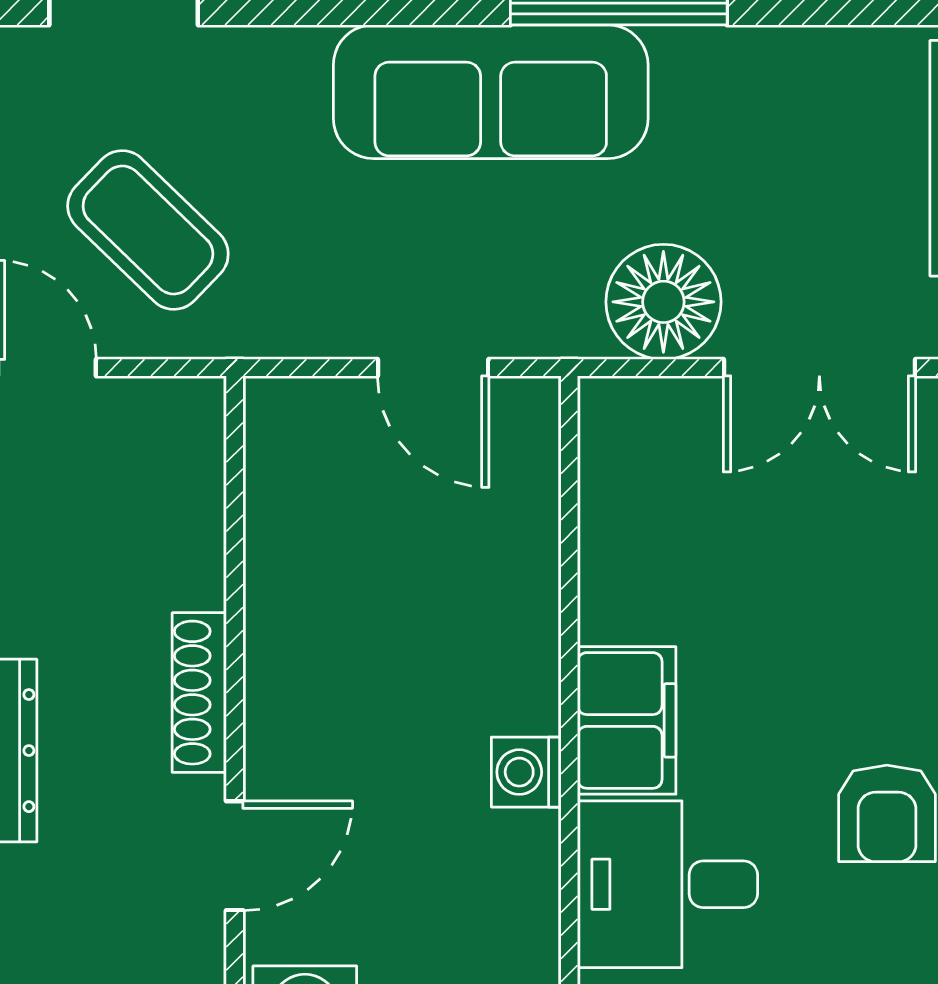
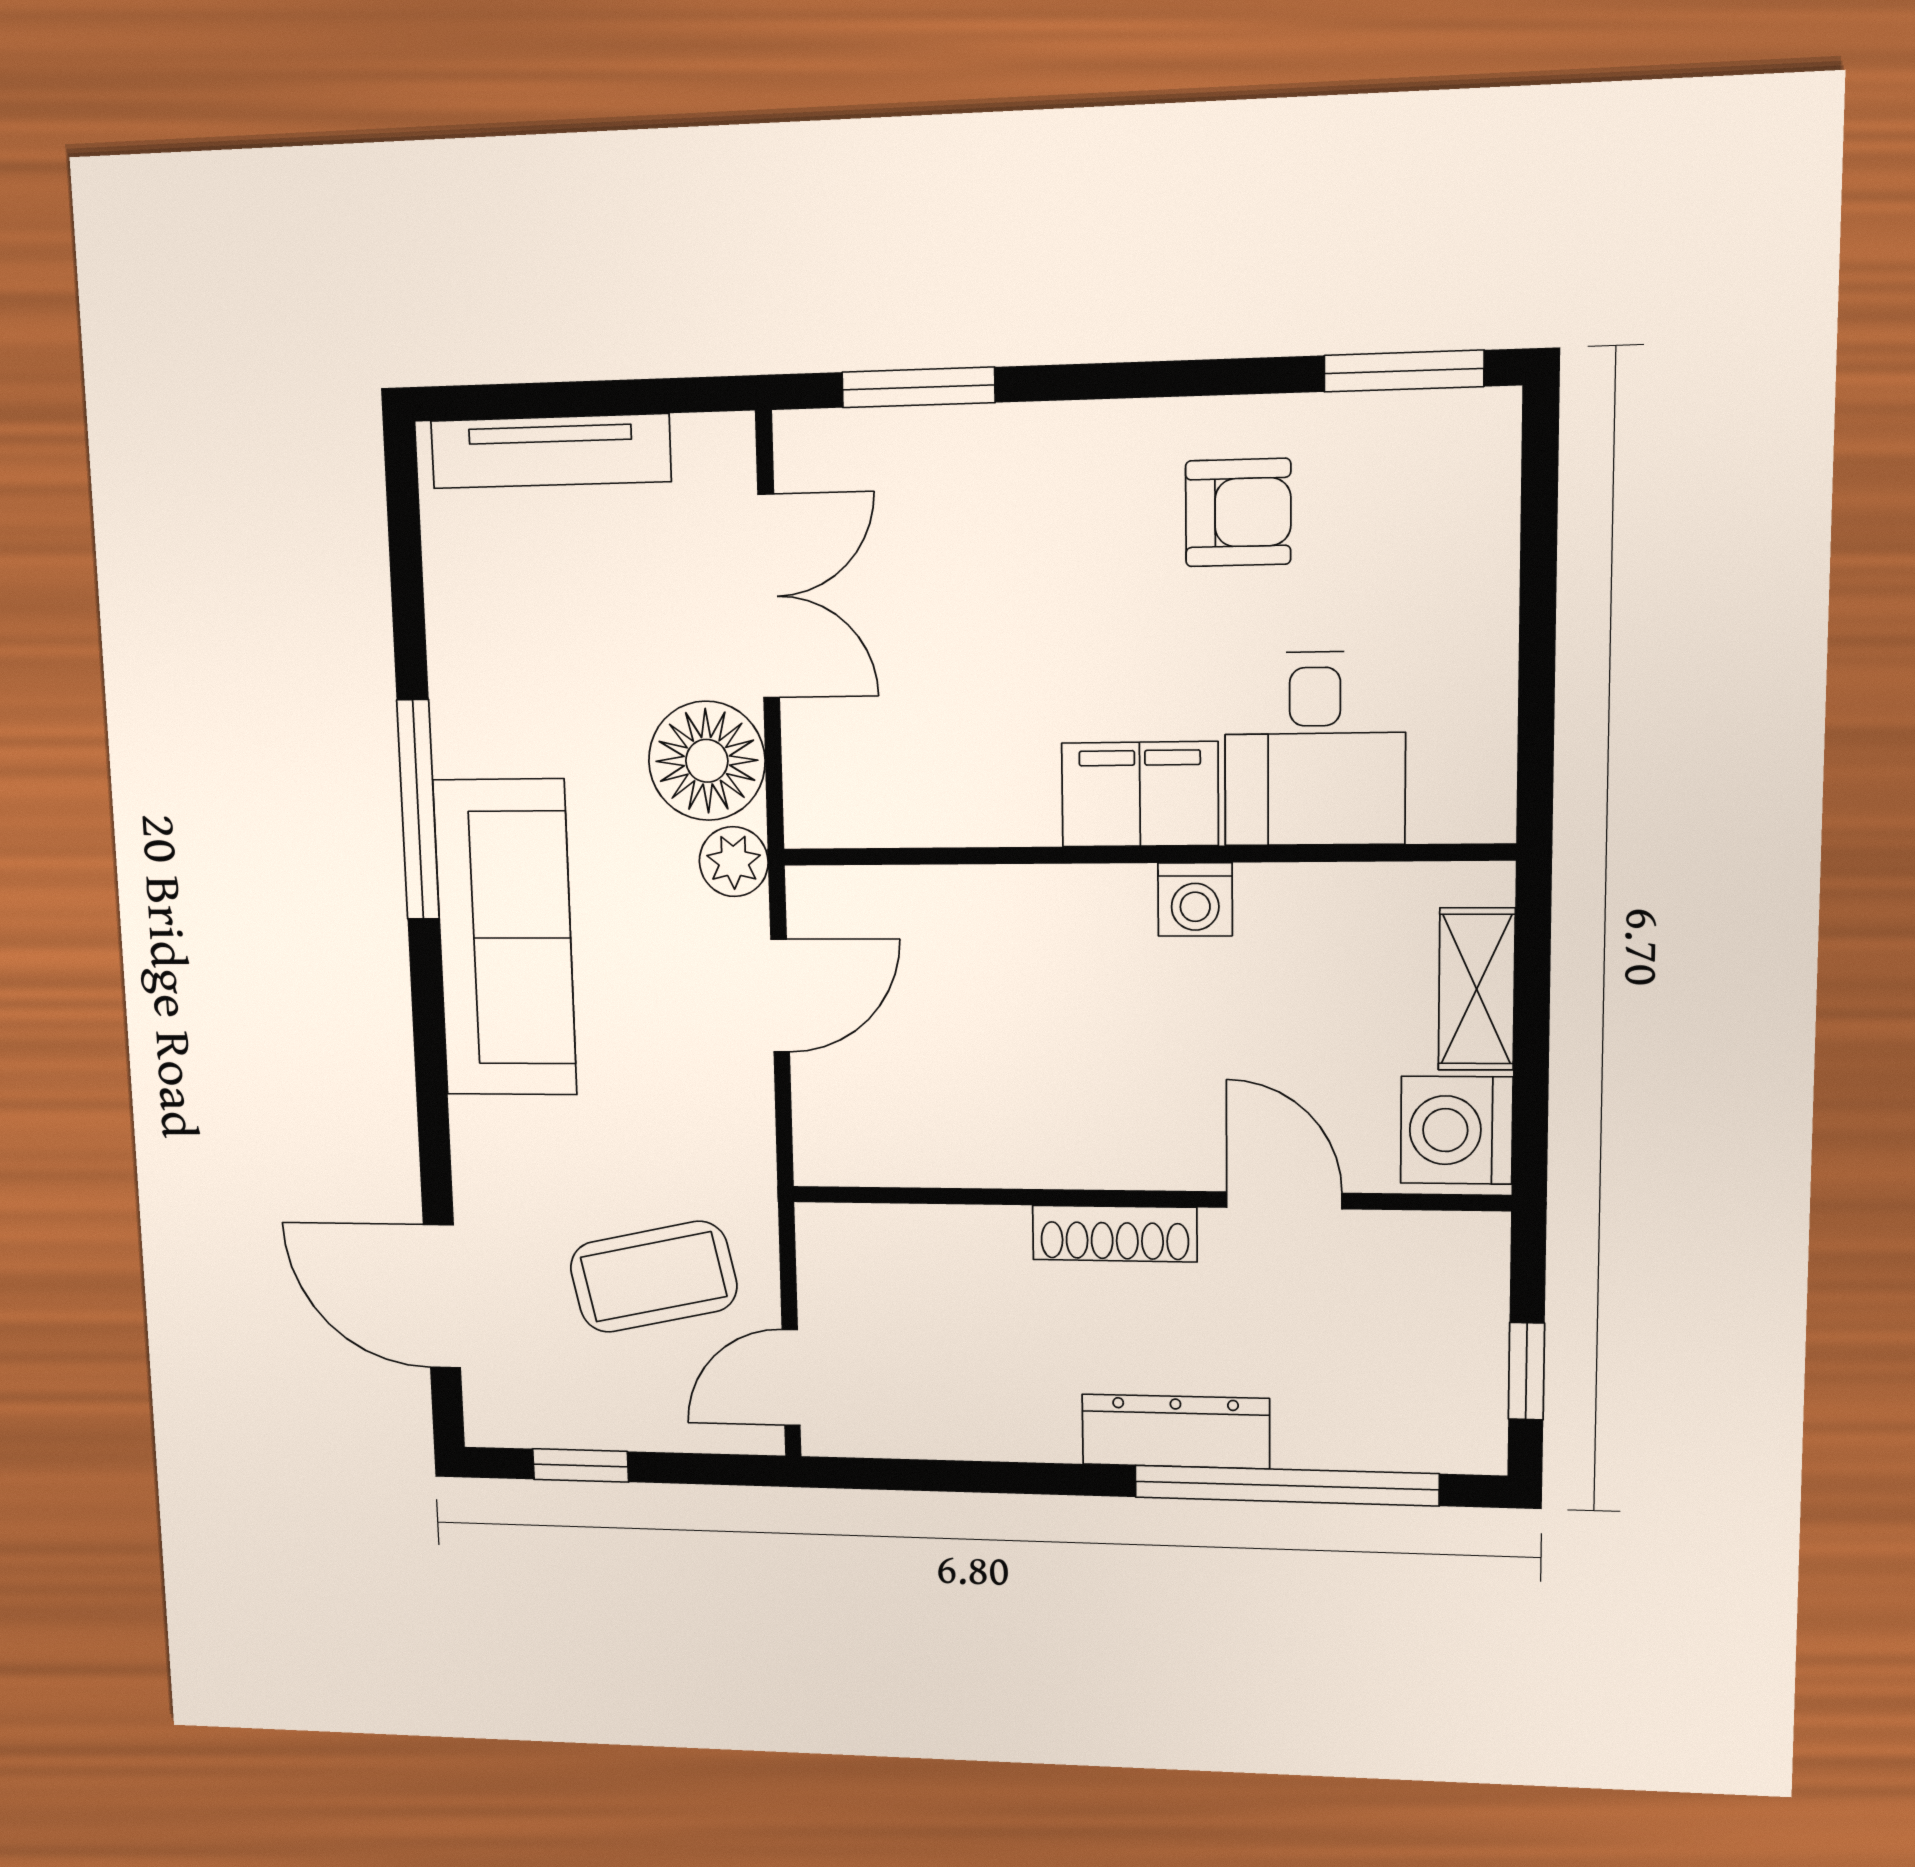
coffee table: (148, 230) -> (653, 1277), turned 34
plant: (565, 325) -> (734, 862), added

